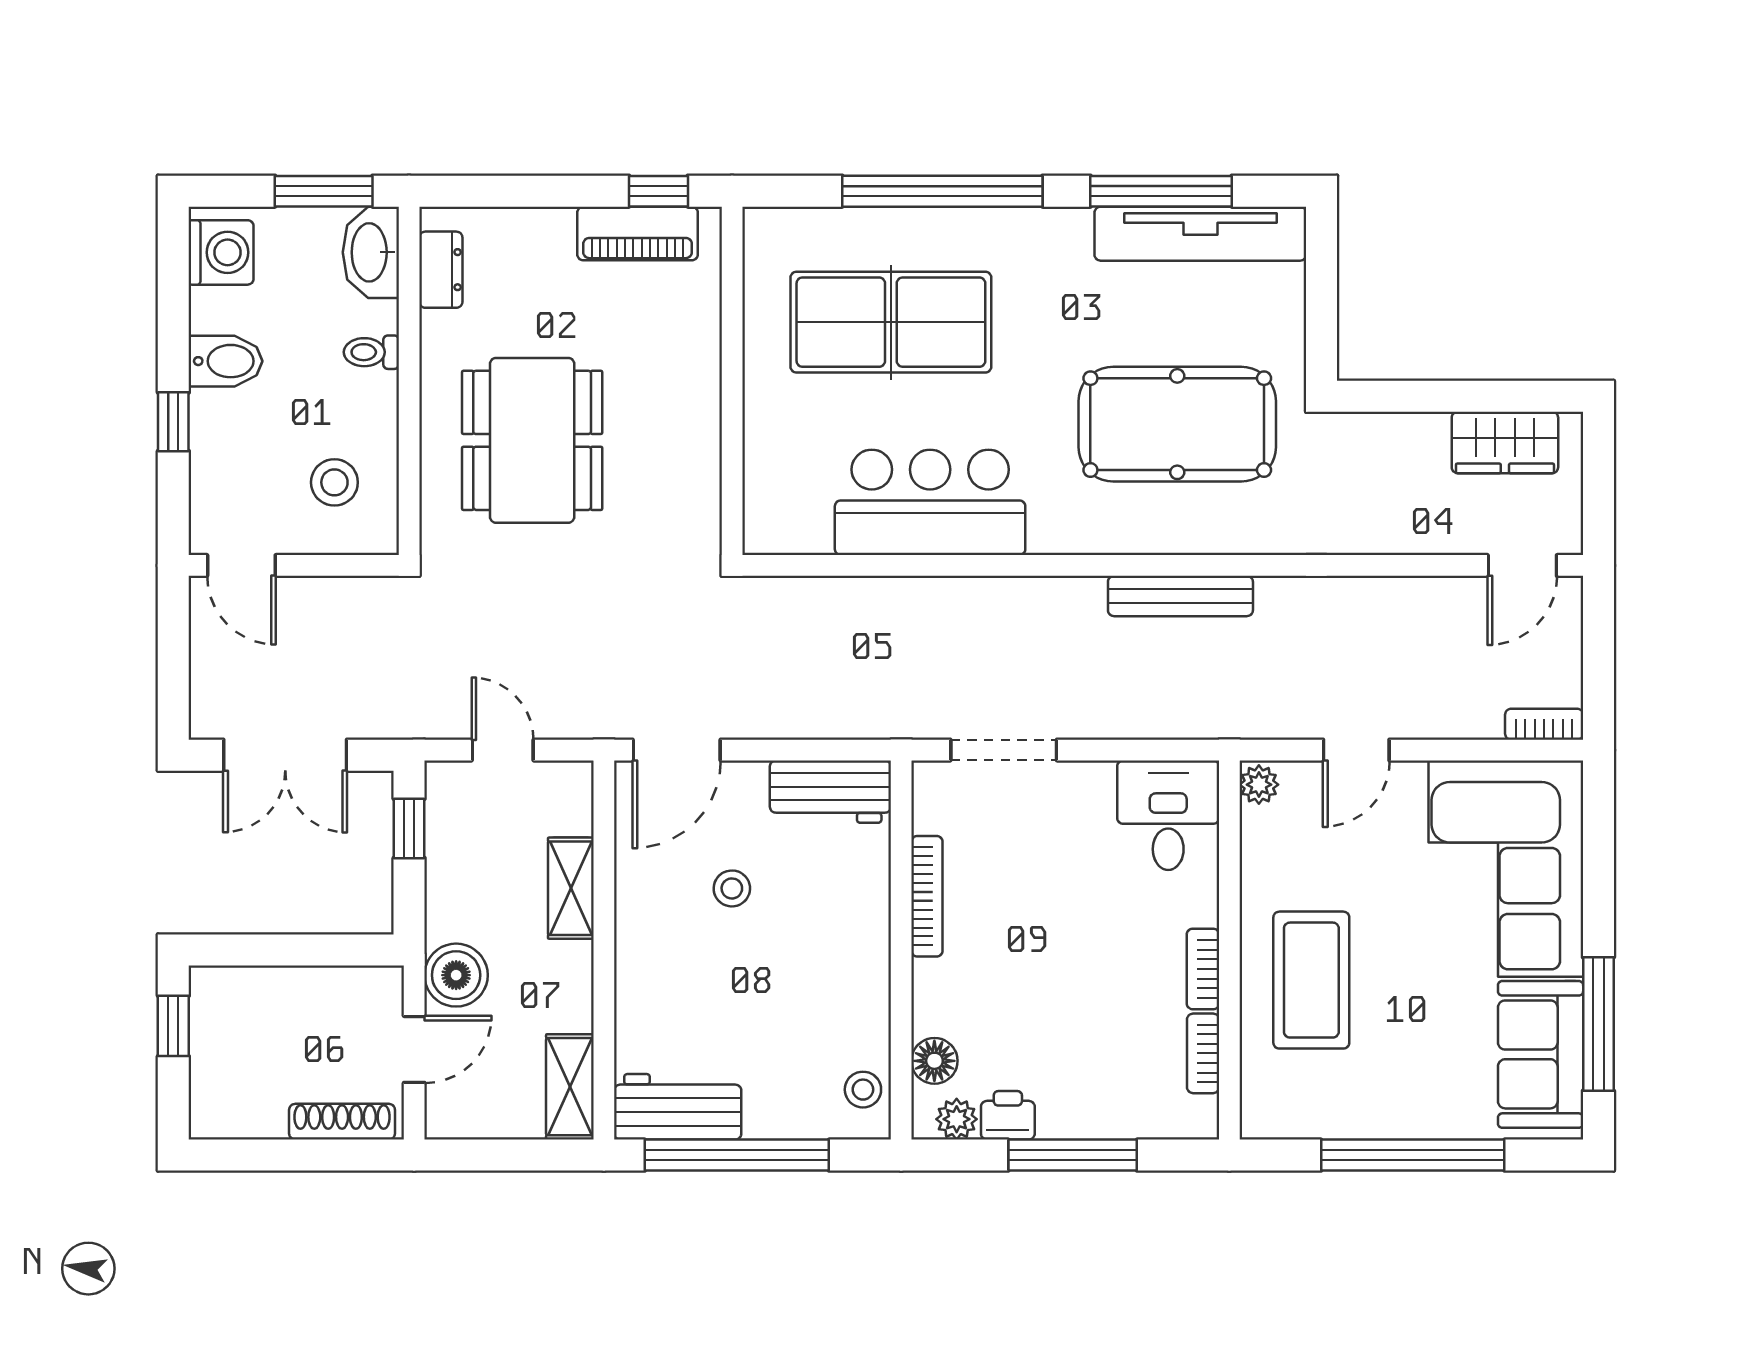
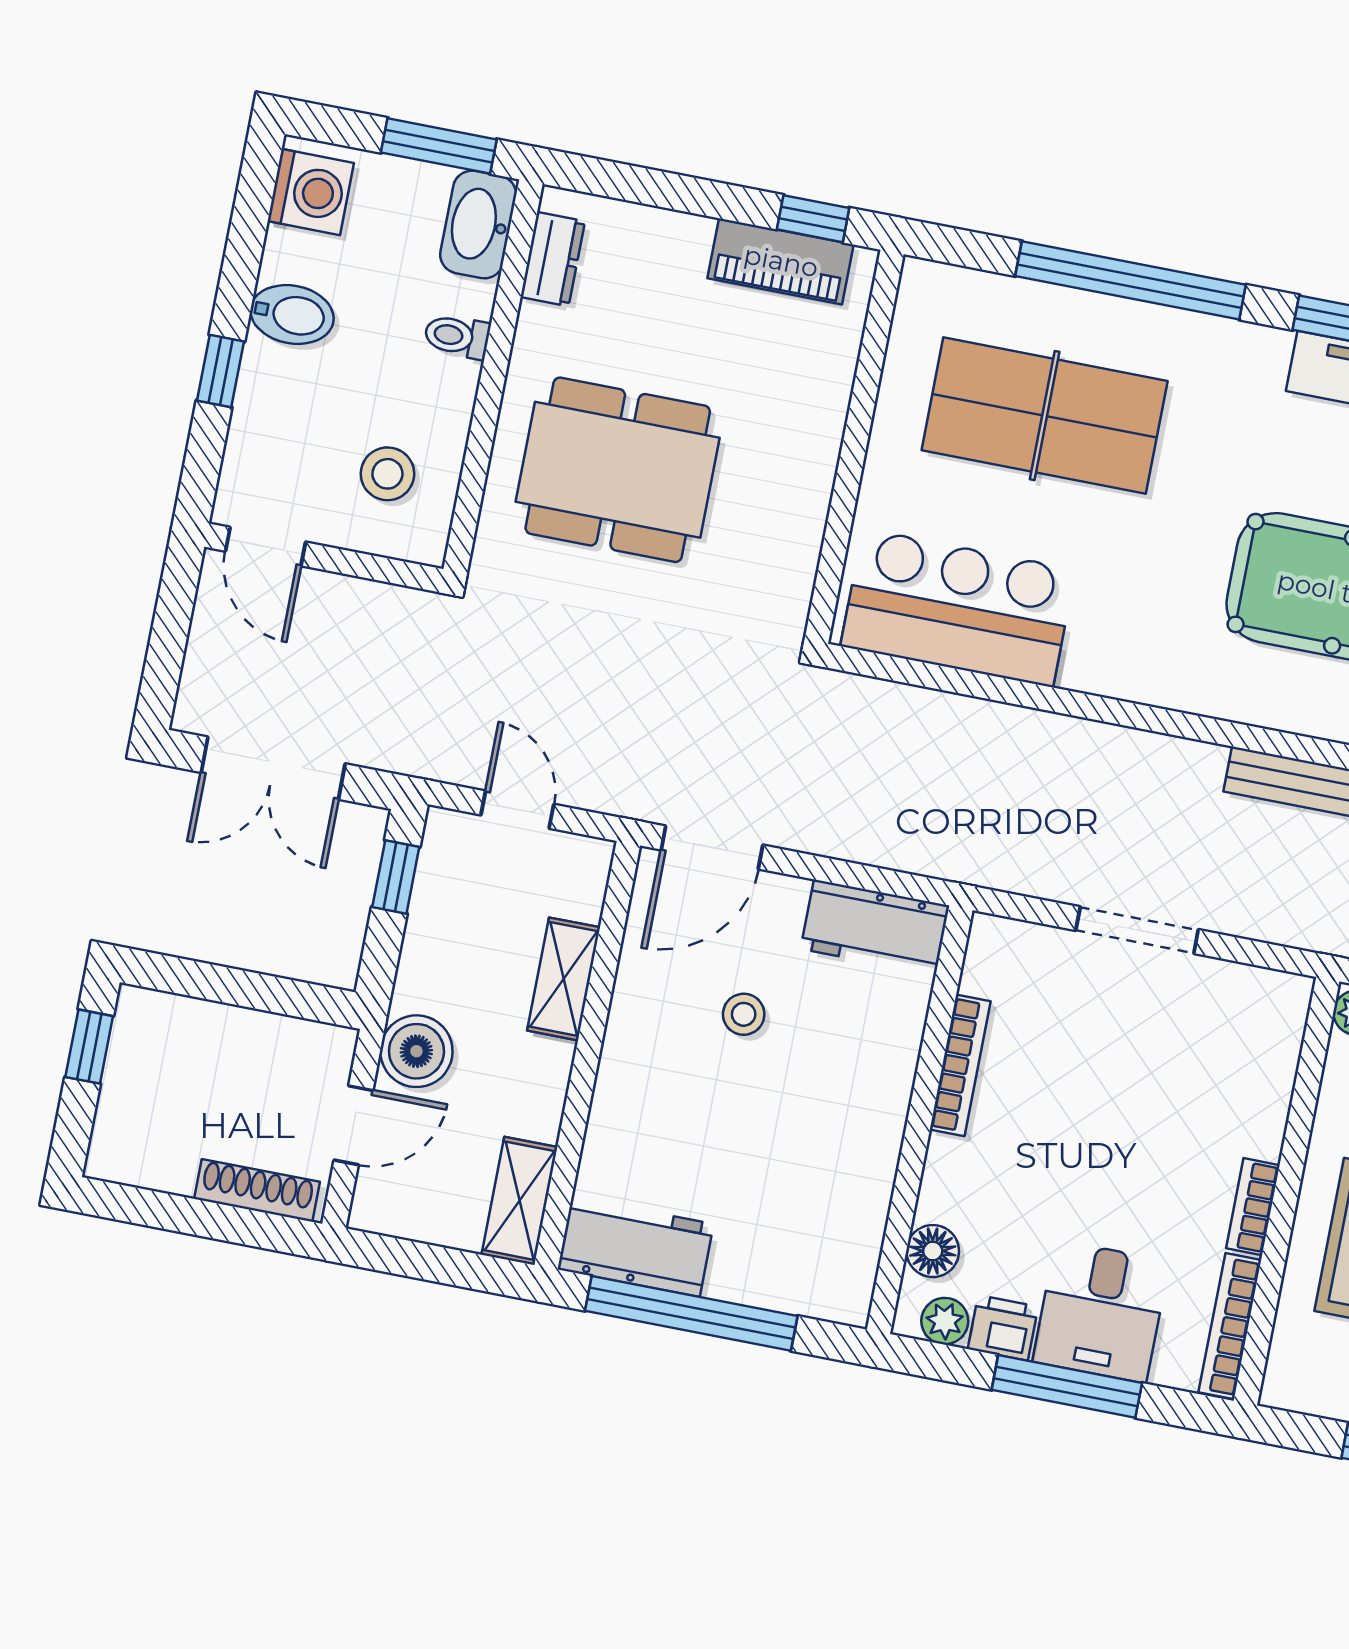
dining table: (532, 440) -> (618, 470), turned 90
bar counter: (930, 502) -> (958, 608), moved
doorway: (1004, 750) -> (1137, 930), moved
desk: (1168, 815) -> (1101, 1312), moved, turned 180
bookcase: (1203, 1053) -> (1230, 1326), width x1.56
stool: (863, 1090) -> (847, 1268), removed

